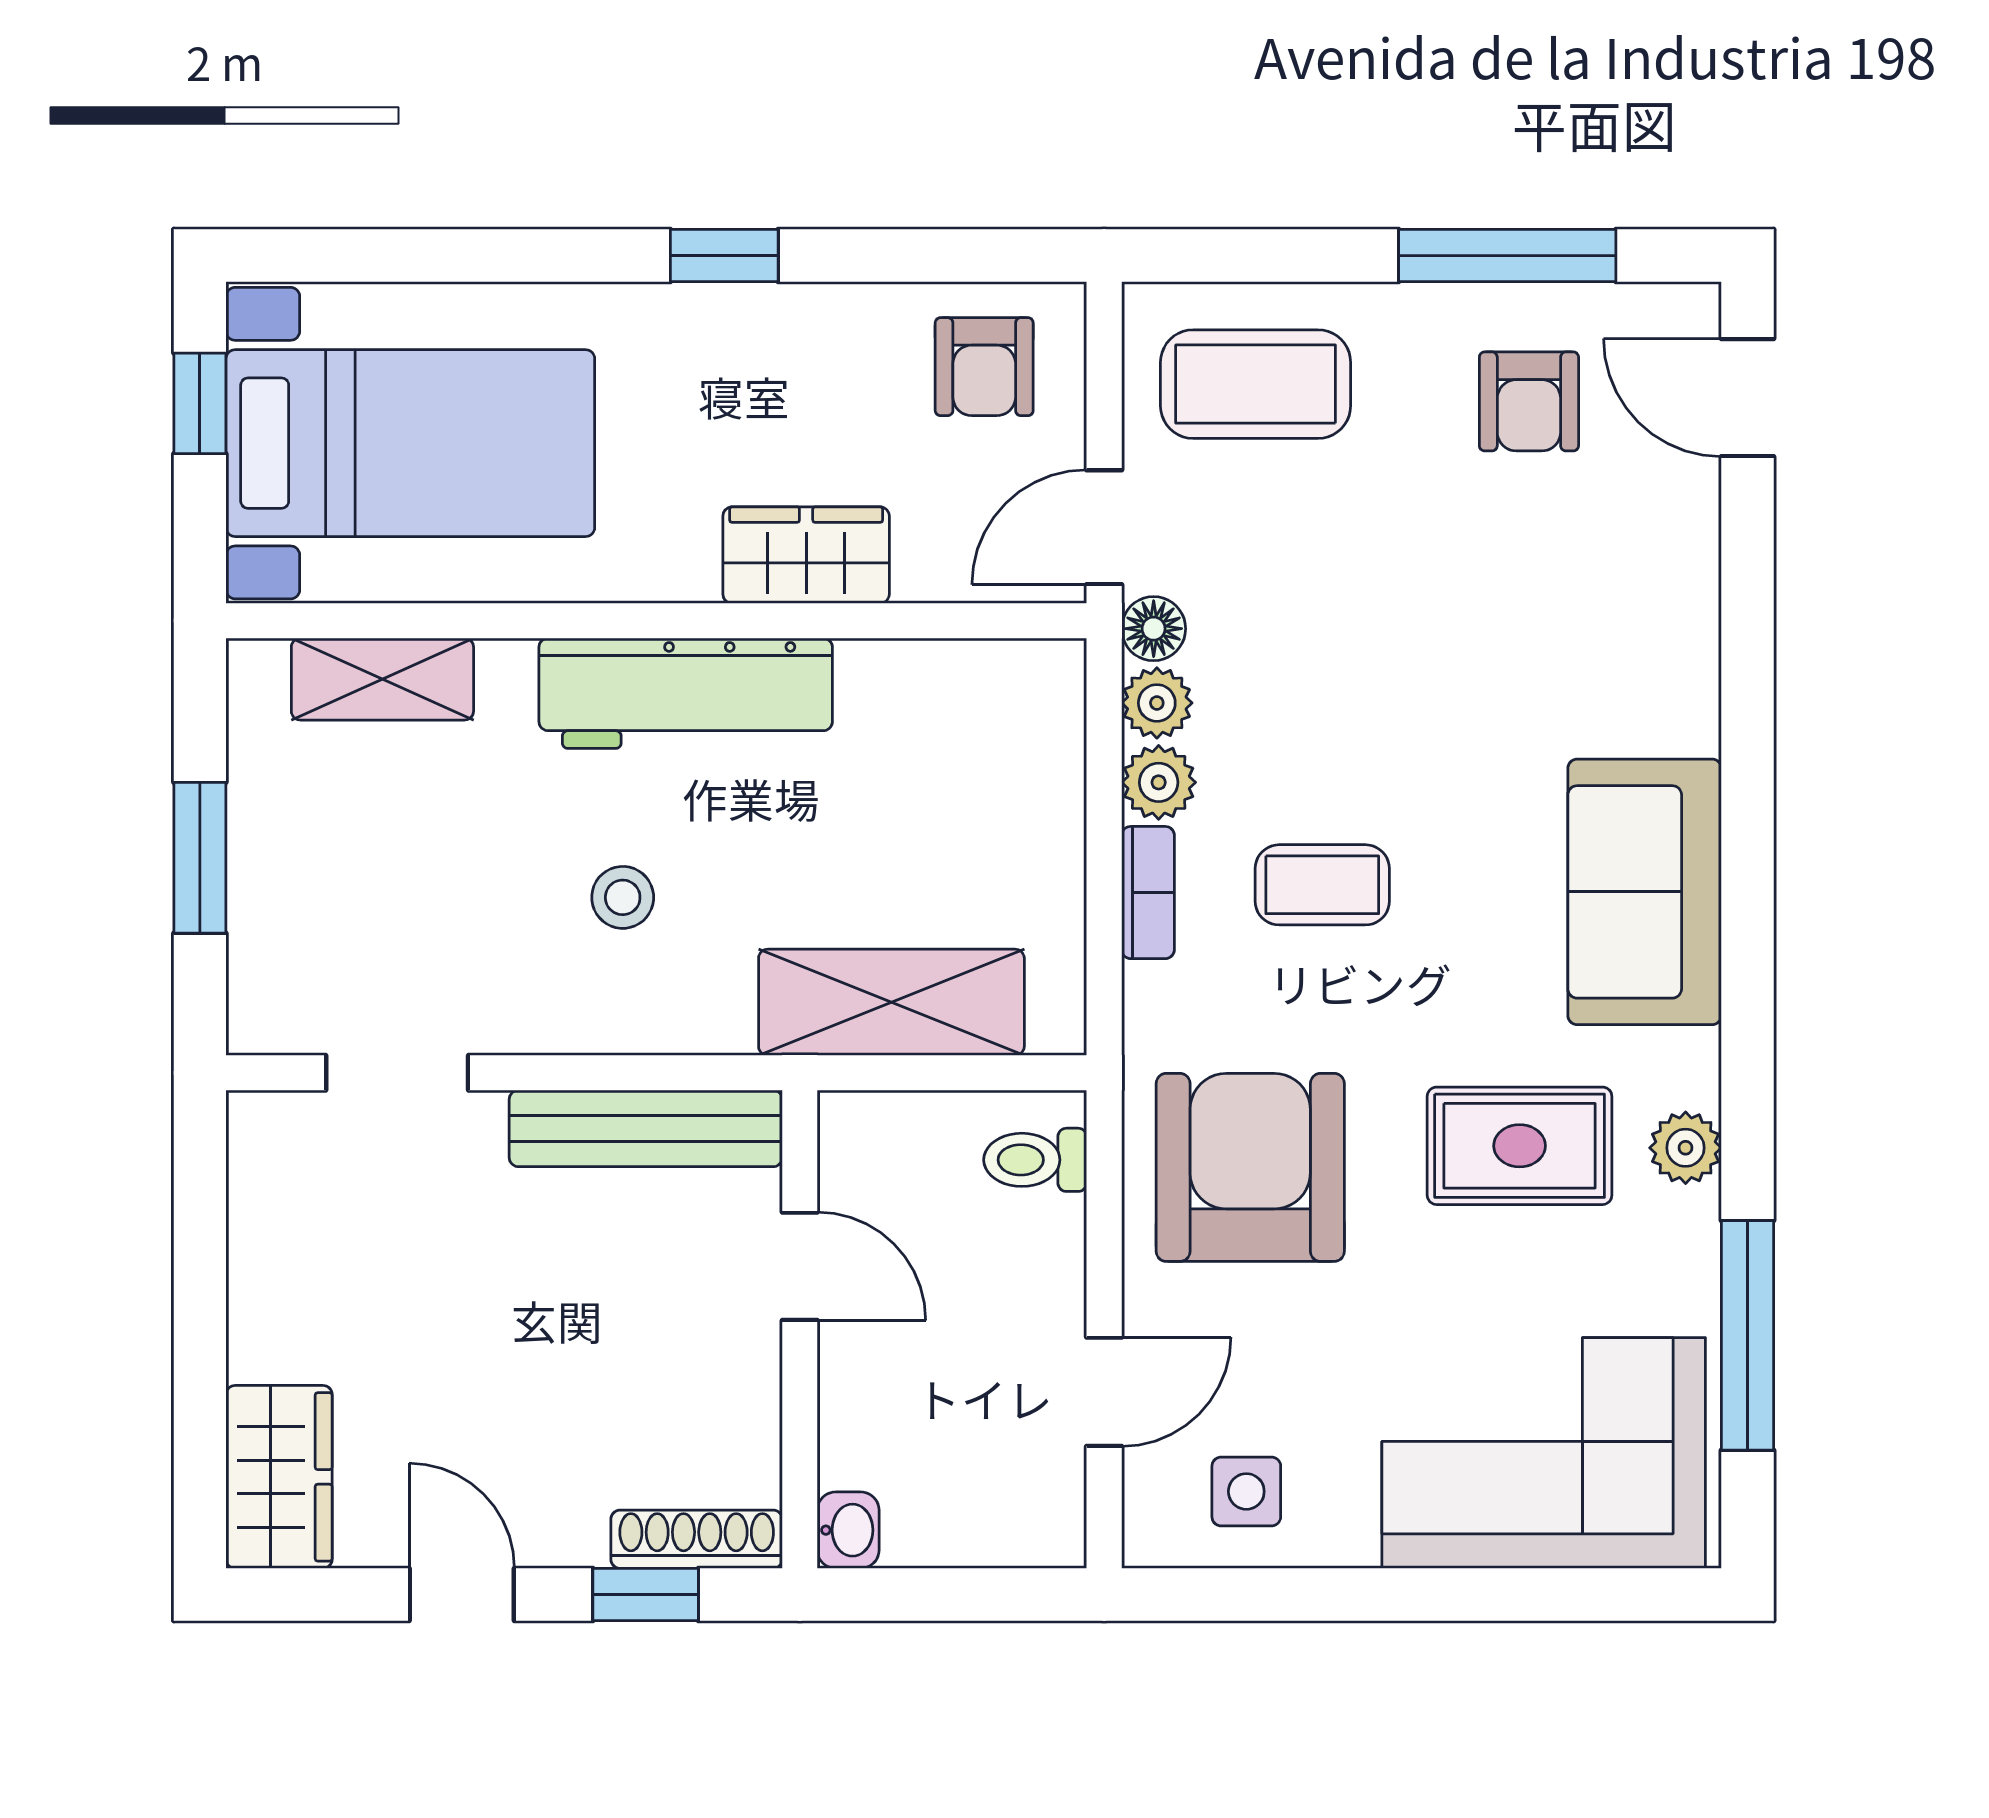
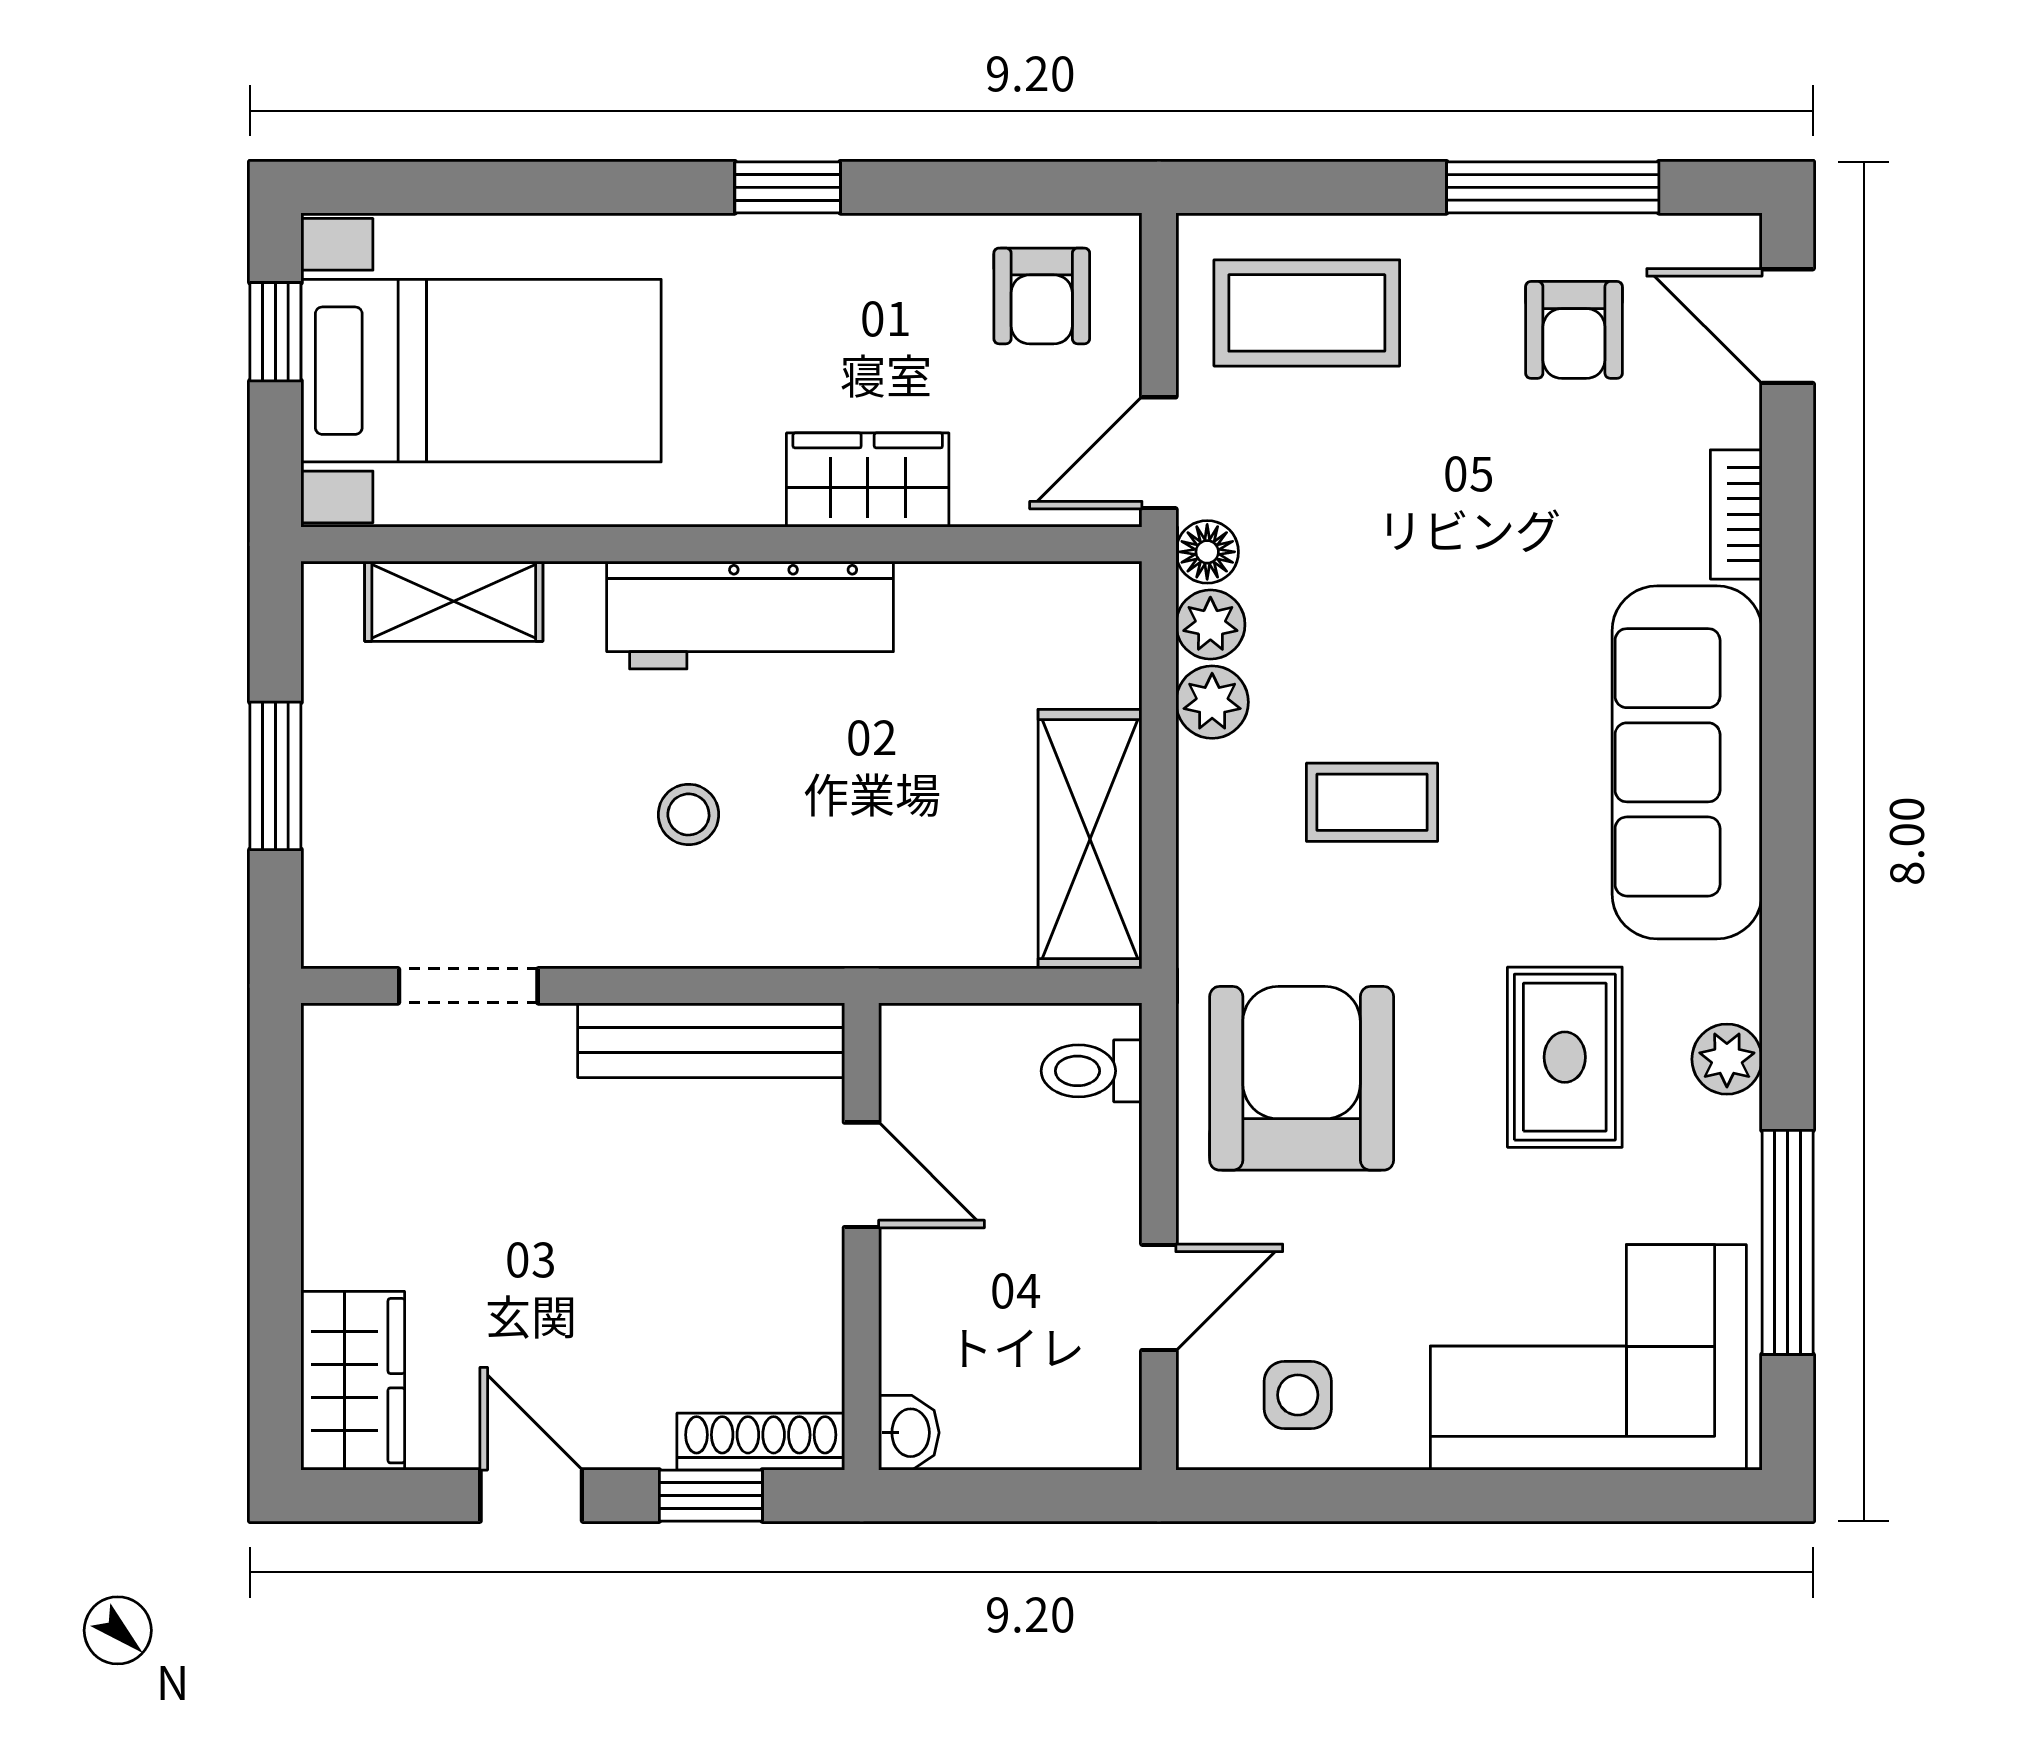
sofa: (1645, 892) -> (1687, 762), width x1.36
bookcase: (1148, 893) -> (1736, 514), moved, turned 180
shelving: (891, 1002) -> (1090, 839), moved, turned 90
rug: (1520, 1146) -> (1565, 1057), turned 90

